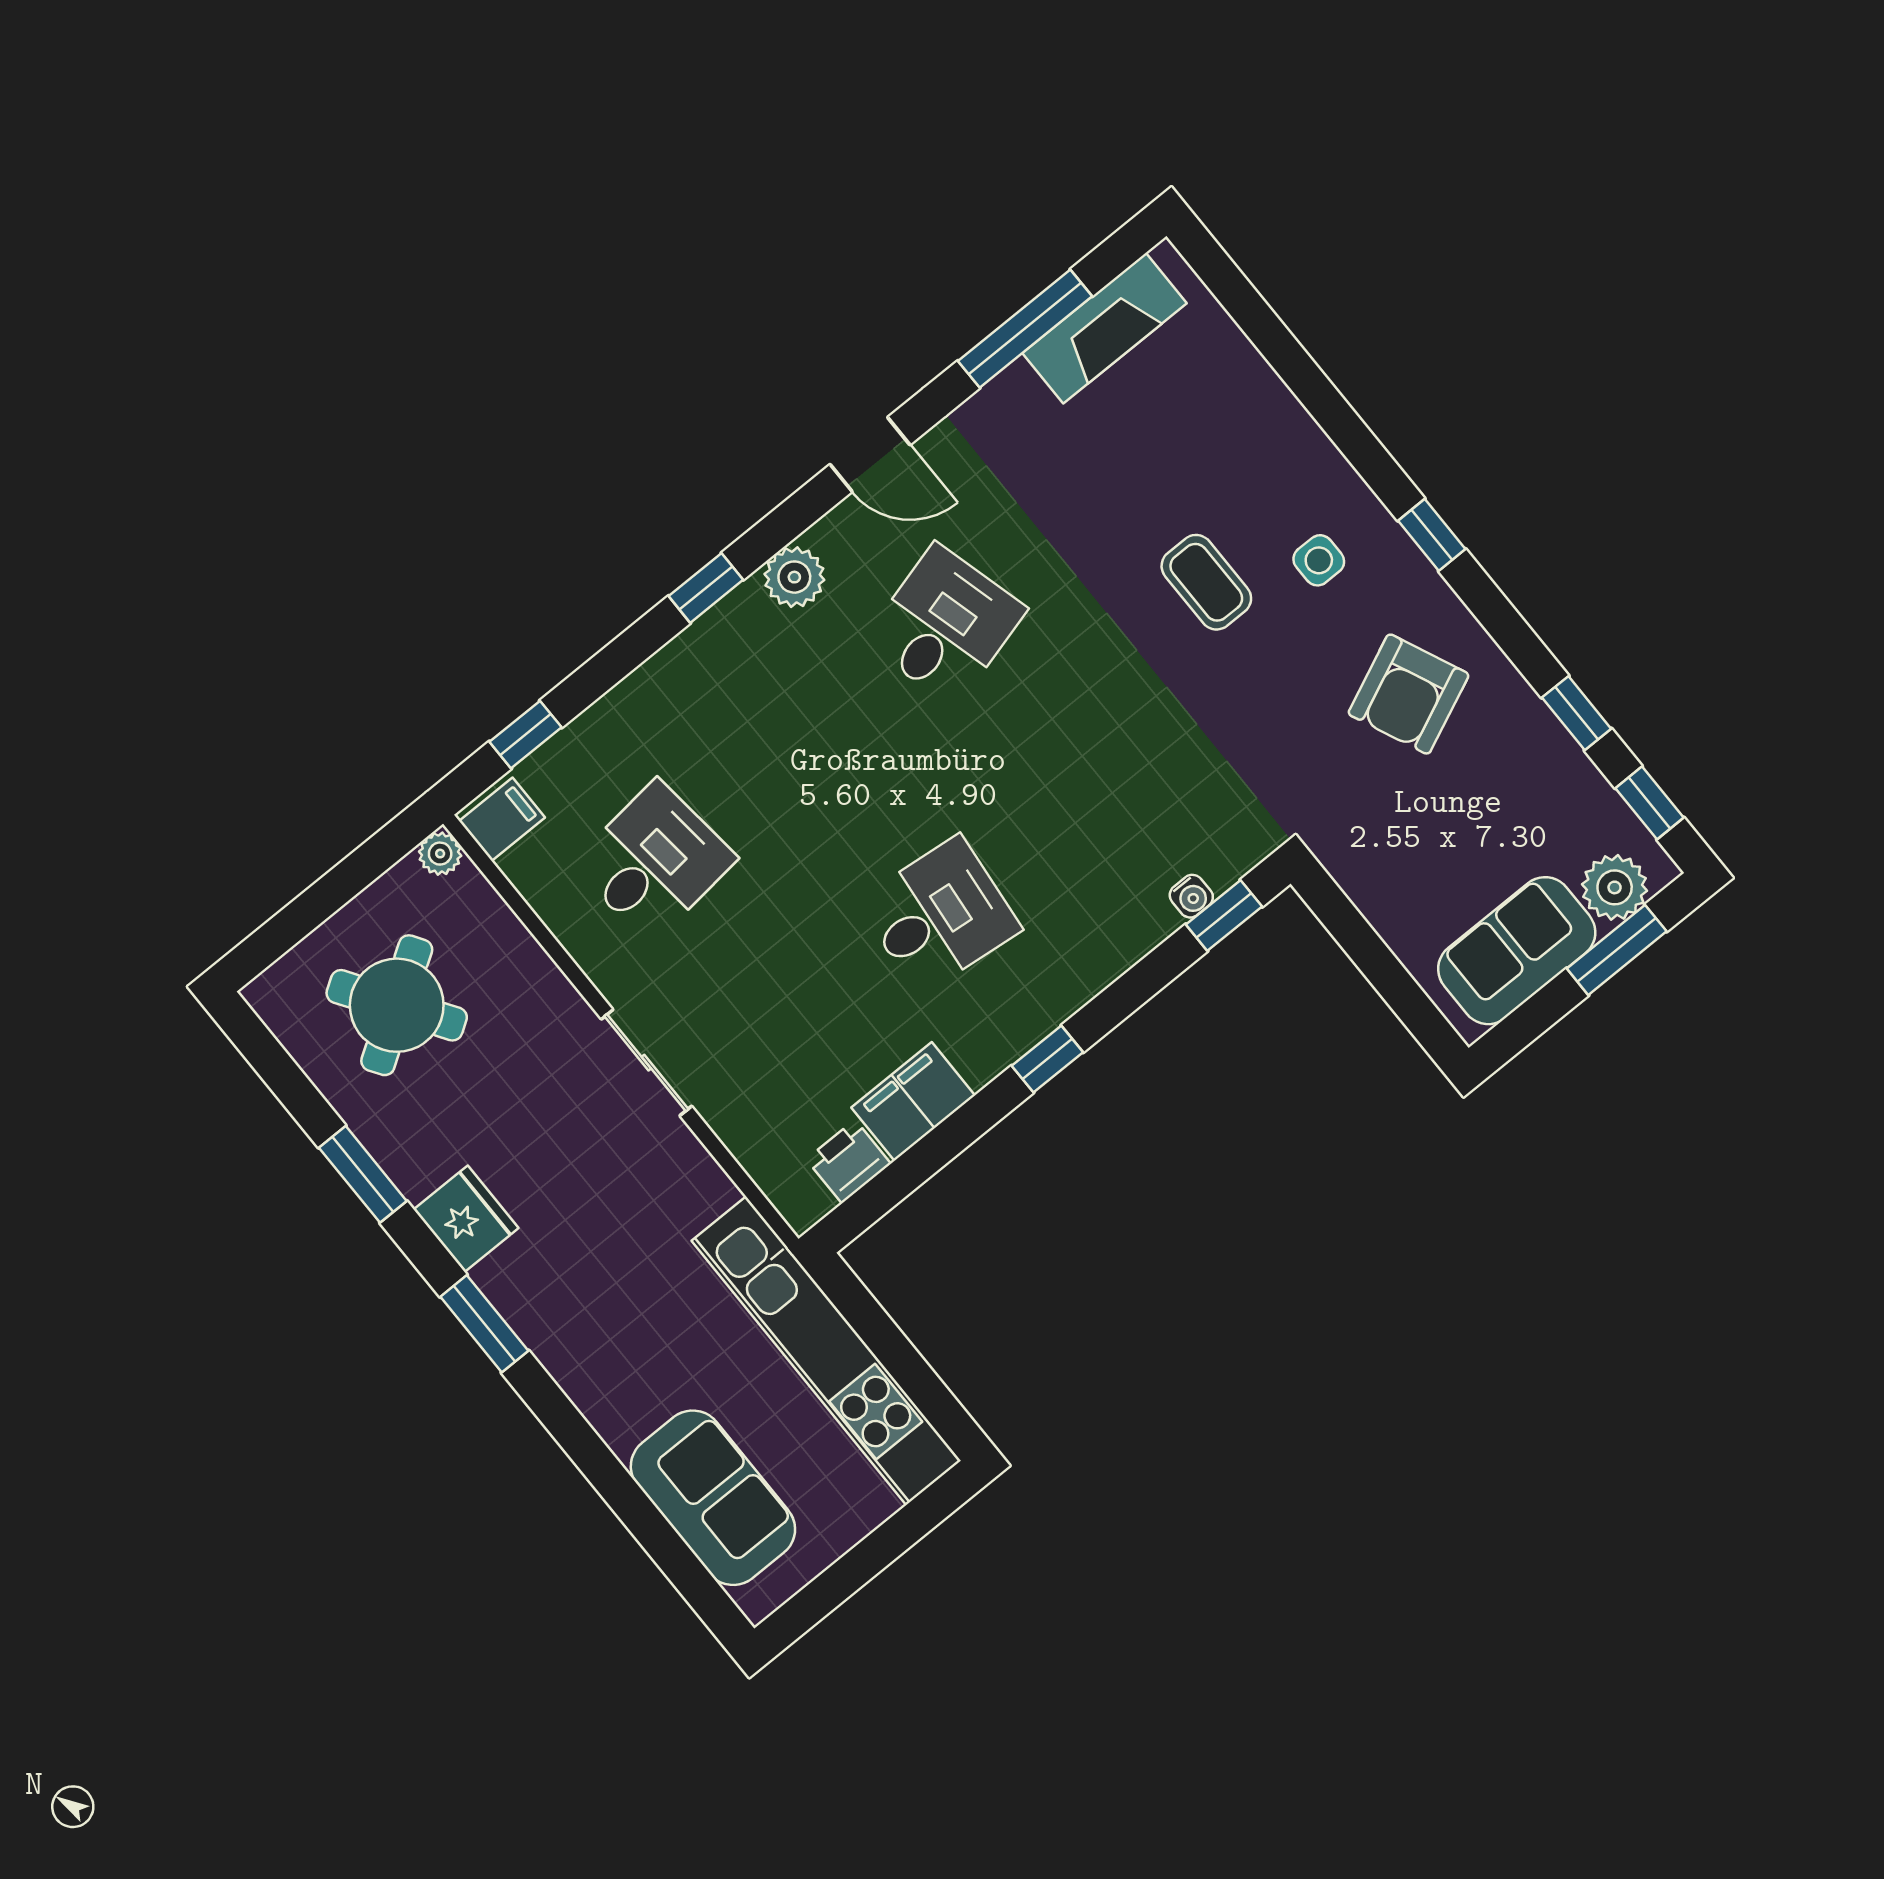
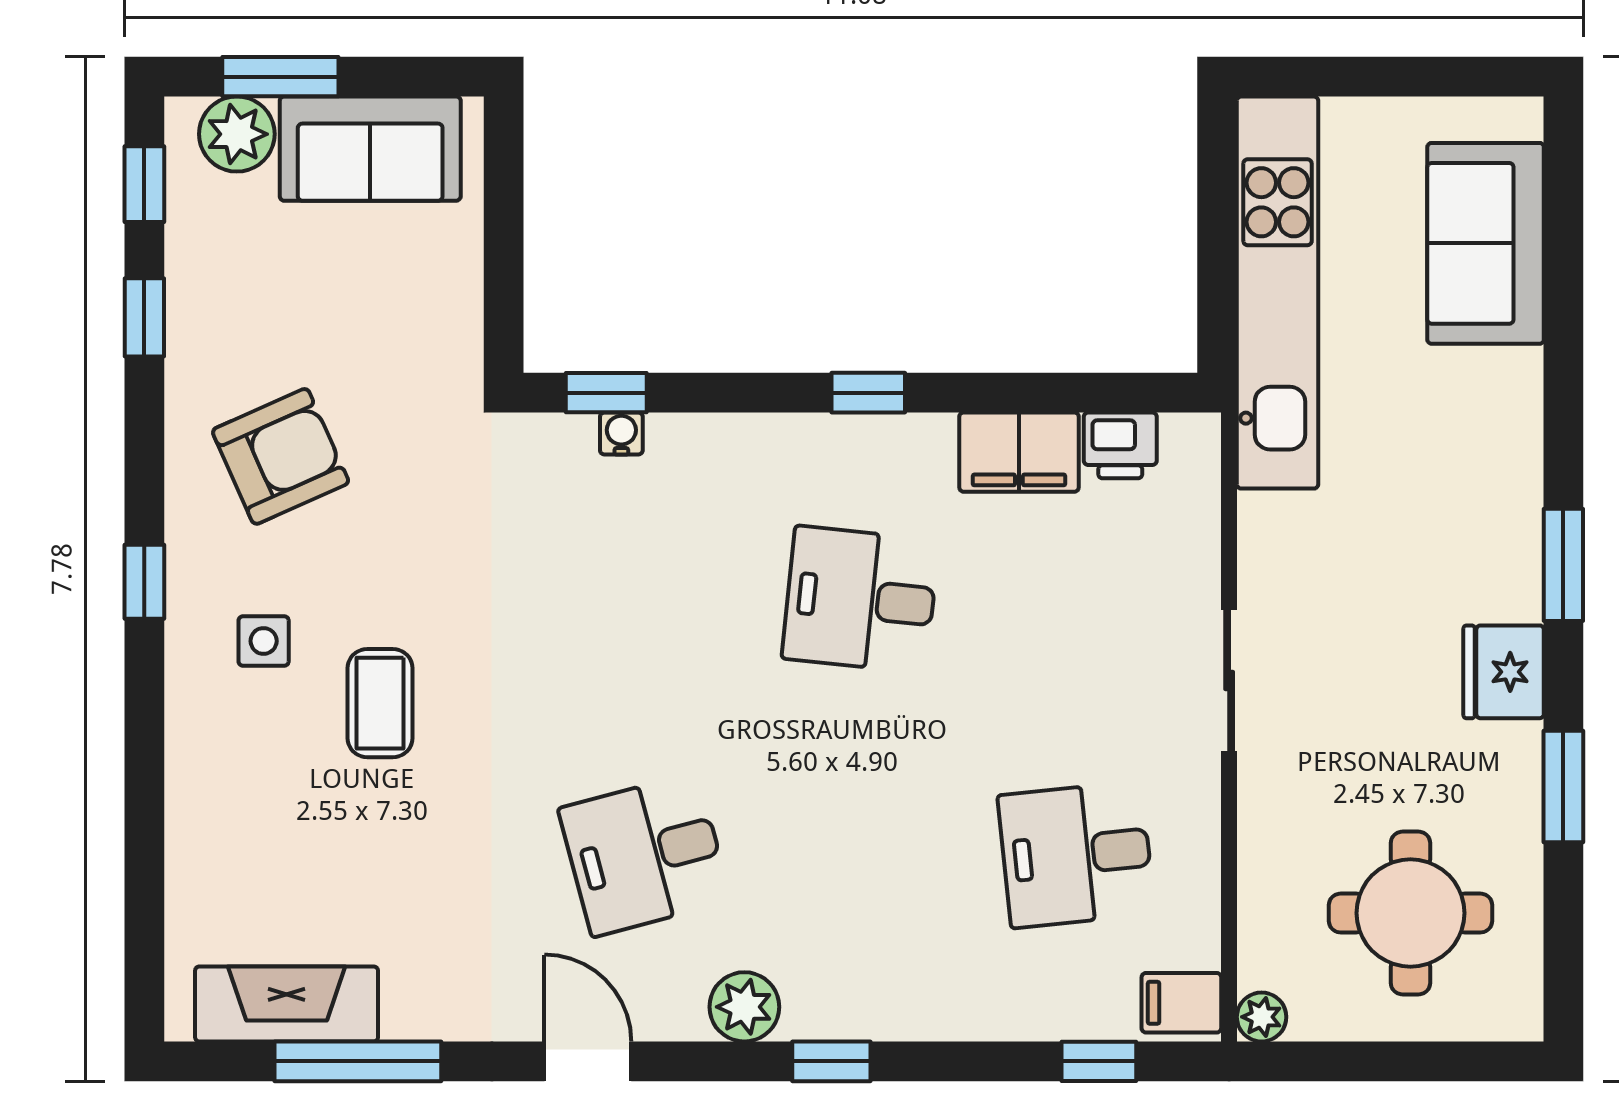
round table: (397, 1005) -> (1410, 913), turned 33

